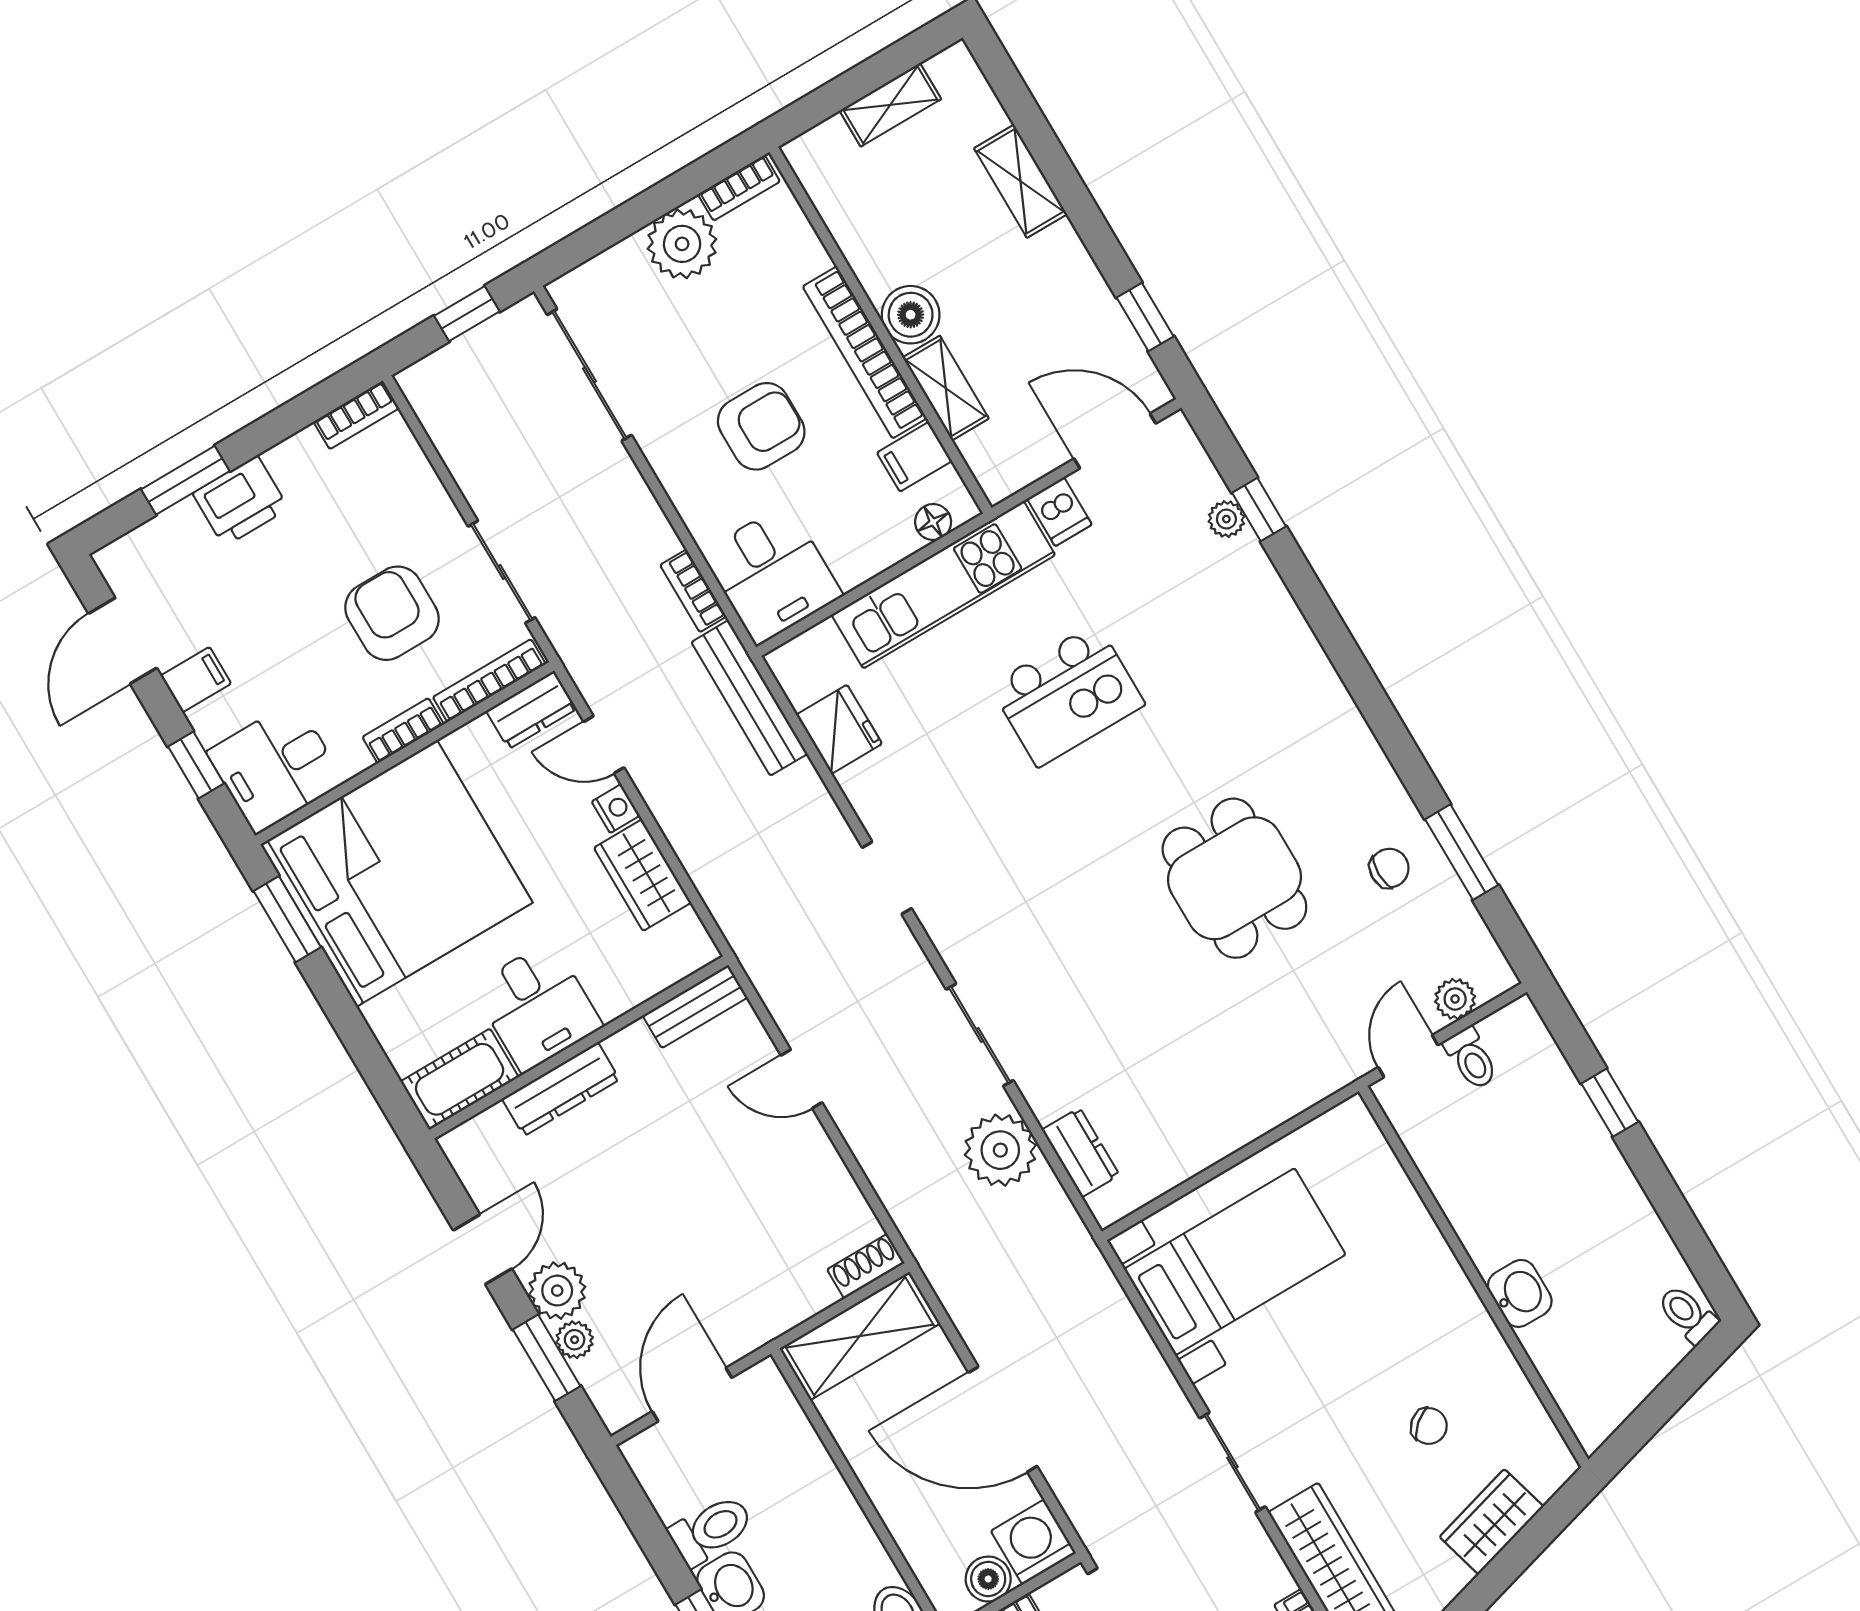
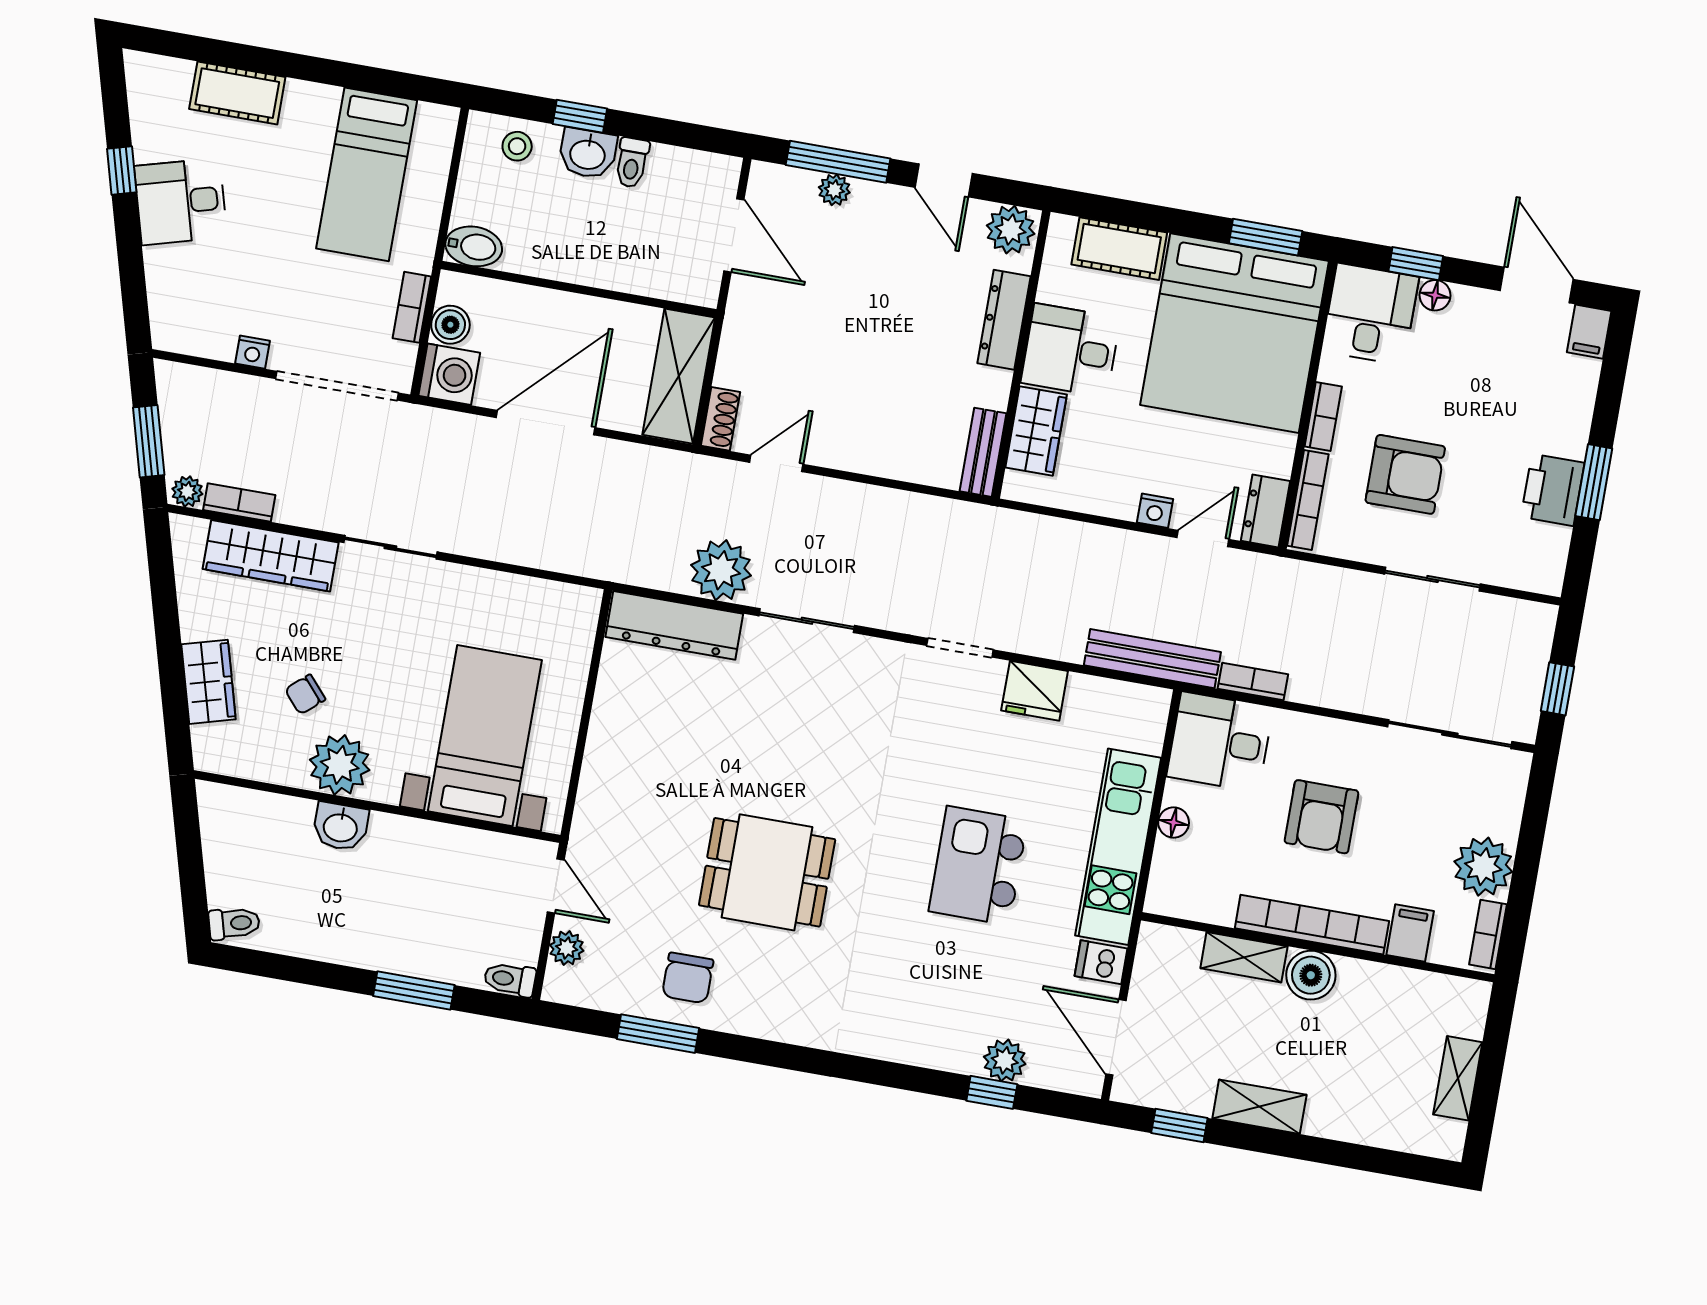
shelving: (1021, 181) -> (1259, 1107), moved
bookcase: (356, 415) -> (1553, 561), removed
door: (1115, 441) -> (1116, 1037), swing flipped
filing cabinet: (914, 457) -> (1410, 933), moved
window: (185, 480) -> (1594, 482), moved
printer: (241, 501) -> (1553, 490), moved
plant: (1226, 519) -> (1005, 1060), width x1.38, depth x1.38
floor lamp: (933, 522) -> (1174, 823), moved
sliding door: (502, 572) -> (1433, 579), moved
filing cabinet: (196, 680) -> (1589, 332), moved
floor lamp: (210, 724) -> (1435, 295), added
fridge: (839, 729) -> (1035, 691), moved
chair: (1389, 868) -> (688, 978), width x1.37, depth x1.37
wardrobe: (643, 875) -> (1036, 431), moved, turned 90
toilet: (1471, 1058) -> (510, 979), moved
cot: (460, 1079) -> (1119, 249), moved, turned 90
door: (801, 1079) -> (776, 463), moved
window: (1610, 1103) -> (414, 991), width x1.50
dresser: (1081, 1152) -> (674, 625), width x1.96, depth x1.24
bed with nightstands: (1235, 1262) -> (485, 736), moved, turned 180
plant: (557, 1291) -> (1011, 230), moved
plant: (1465, 1341) -> (340, 765), added
window: (547, 1358) -> (838, 162), width x1.44
toilet: (711, 1530) -> (632, 163), width x0.73, depth x0.72

